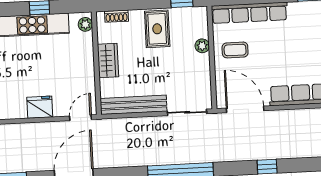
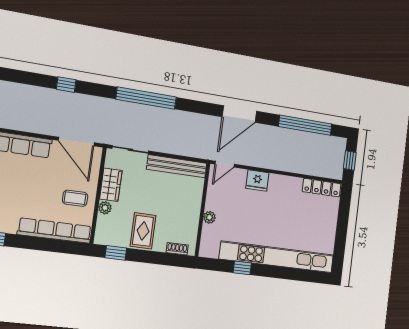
plant: (85, 24) -> (209, 217), moved
wardrobe: (108, 61) -> (111, 185), moved, turned 180

